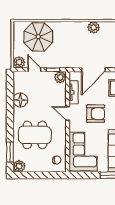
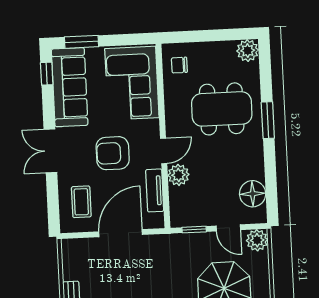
plant: (60, 77) -> (178, 175), moved
floor lamp: (20, 100) -> (253, 194), moved
door: (68, 114) -> (164, 151), hinge flipped
window: (10, 152) -> (268, 120), moved

